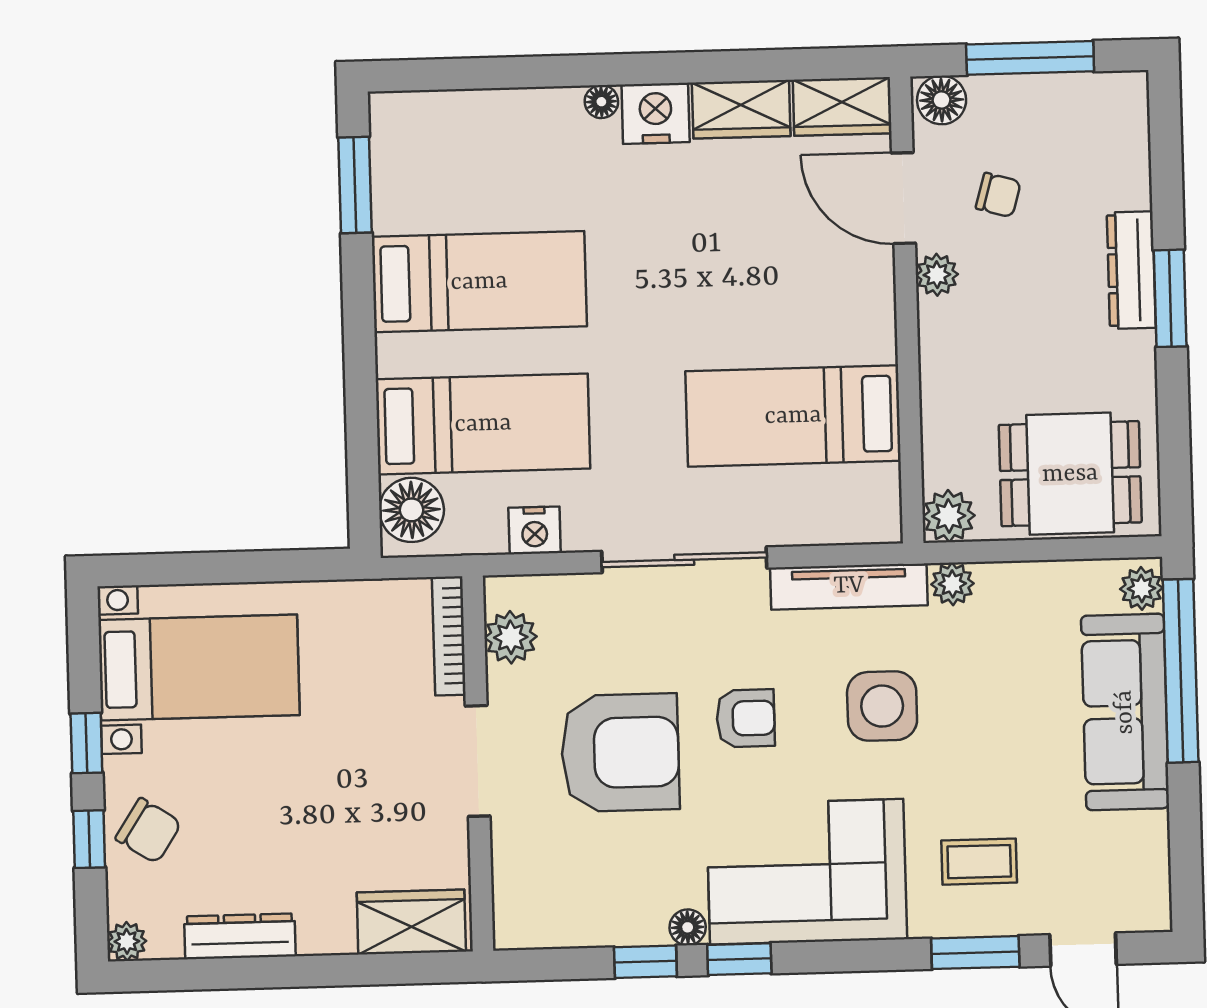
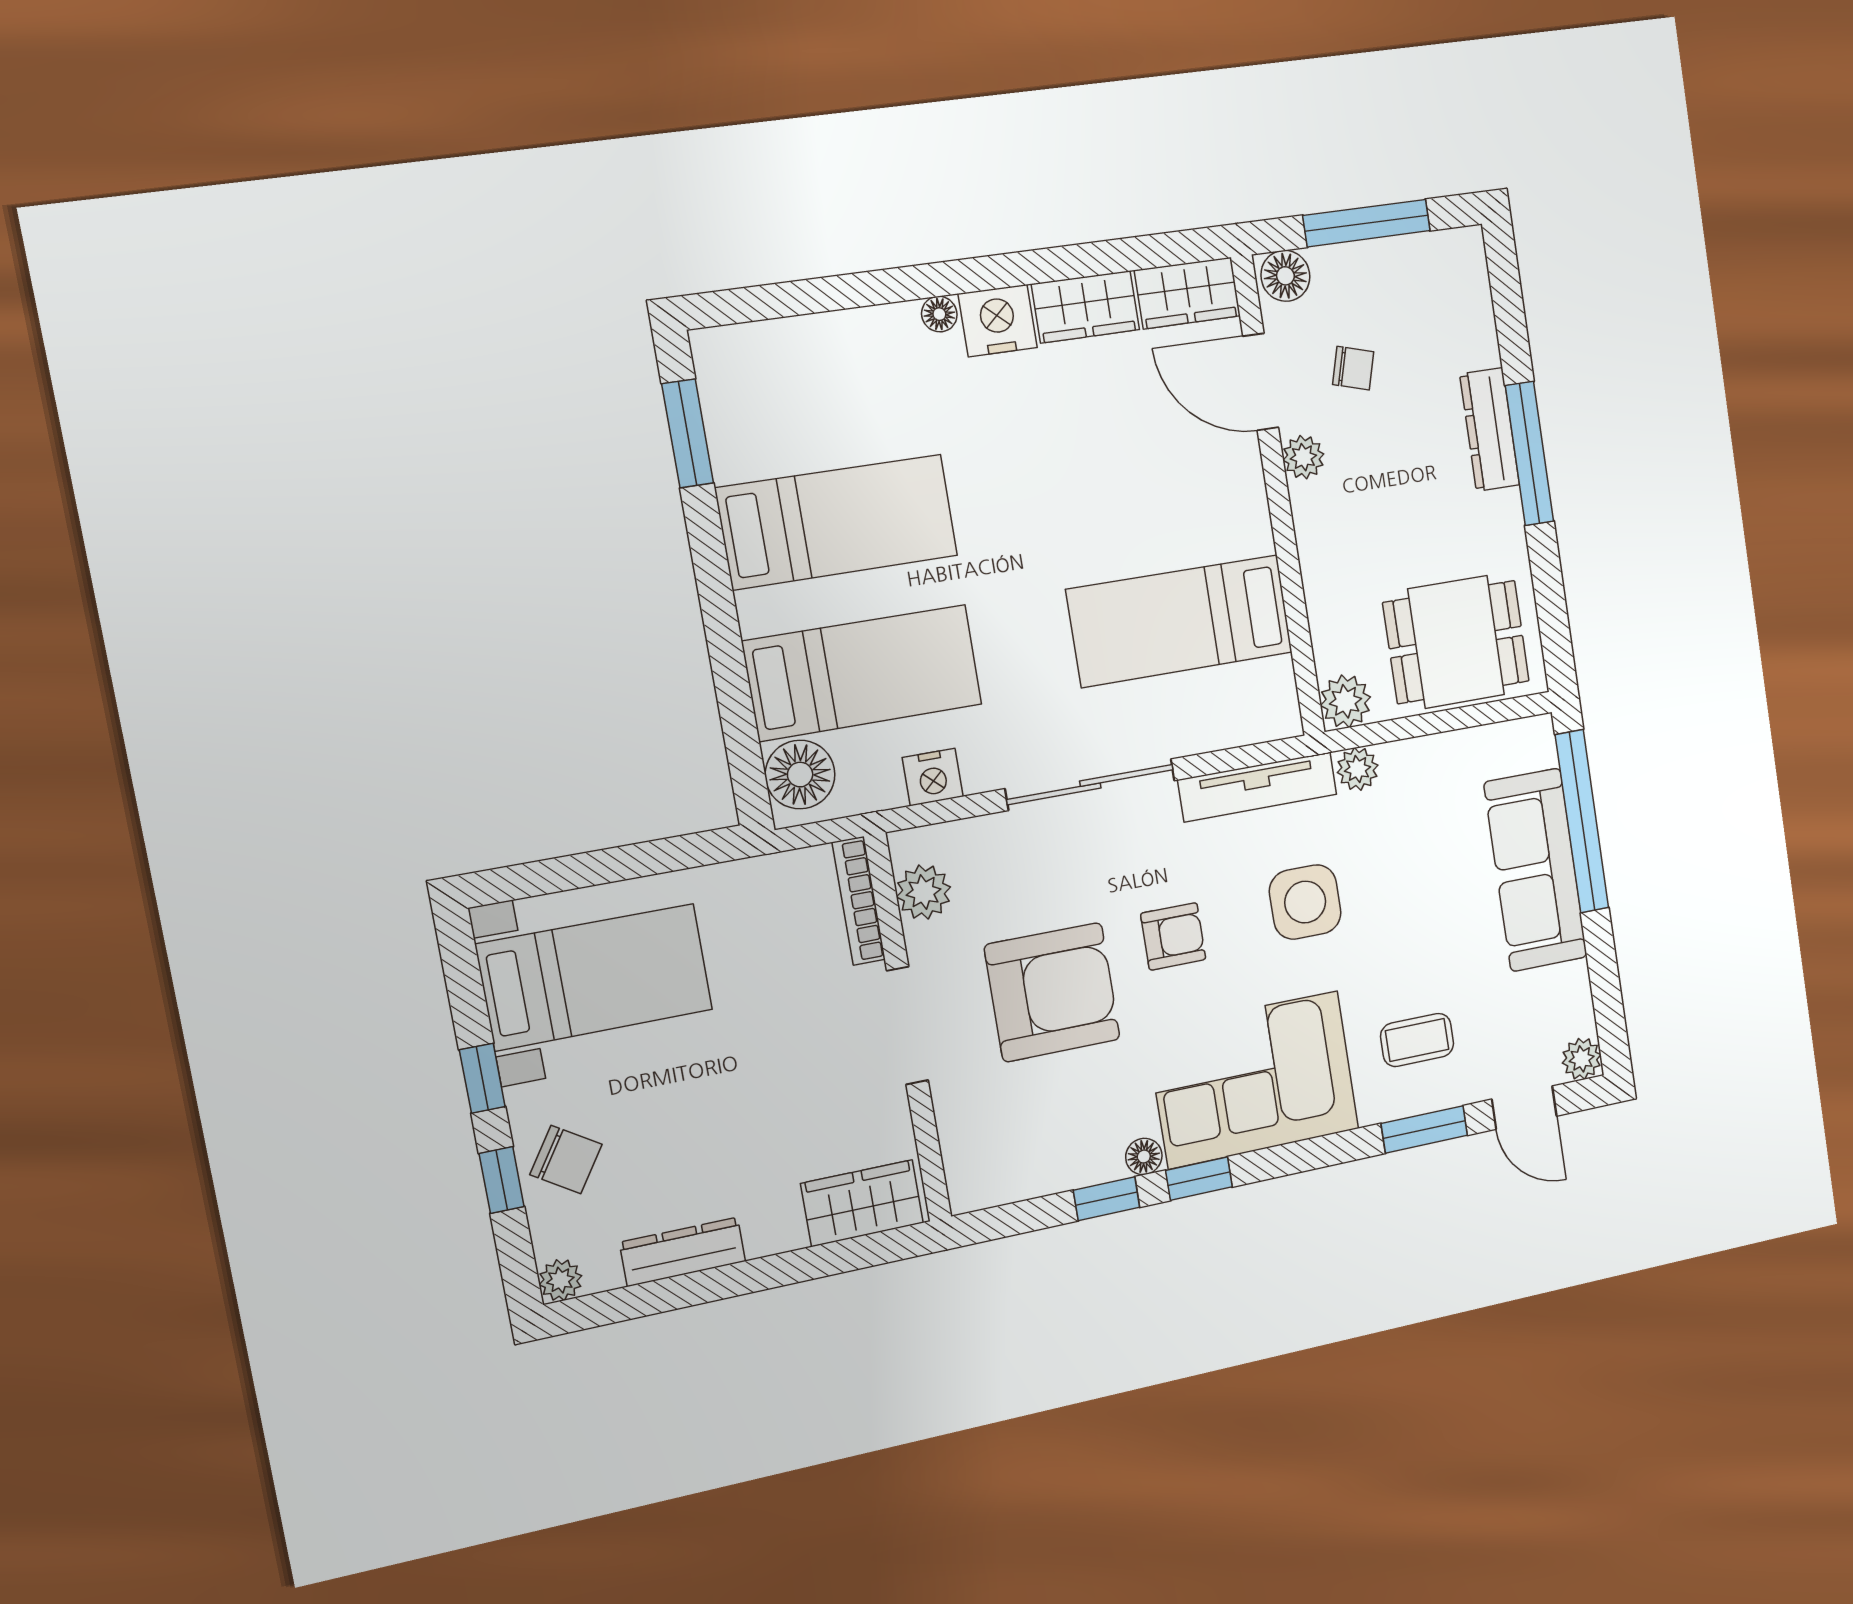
window: (1170, 298) -> (1529, 454), width x1.44
plant: (1141, 588) -> (1582, 1059), moved

